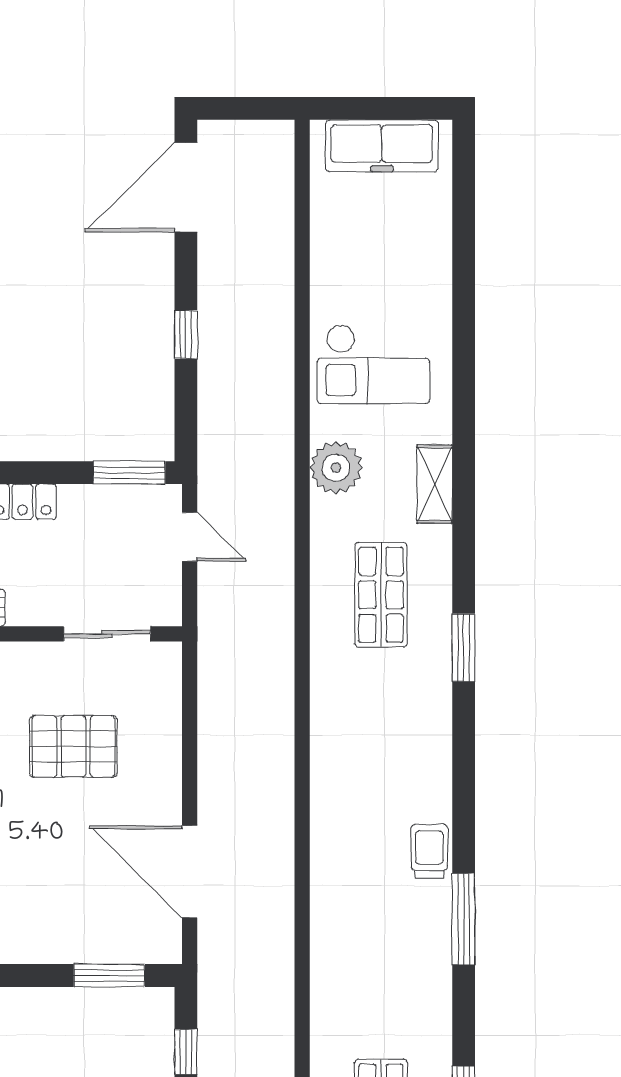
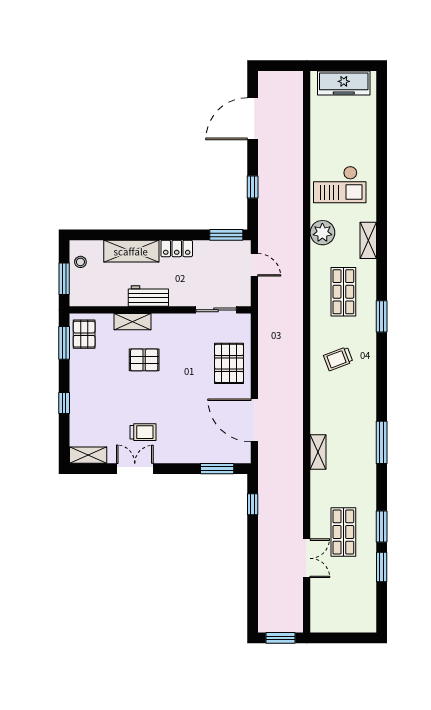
door: (186, 187) -> (253, 119), moved
window: (186, 335) -> (253, 187), moved
pallet: (73, 746) -> (229, 363), moved, turned 90
trolley: (429, 851) -> (338, 359), moved, turned -111
shelving: (327, 940) -> (318, 452), added

